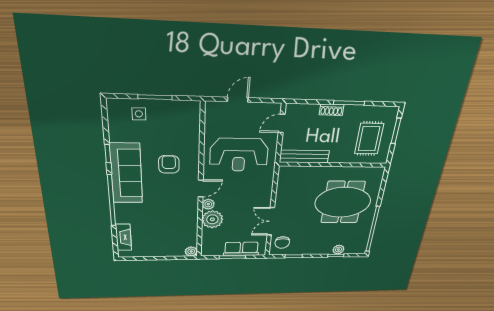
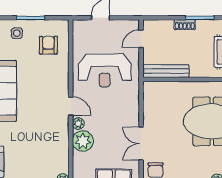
armchair: (169, 164) -> (48, 45), moved
door: (201, 188) -> (71, 106), hinge flipped

